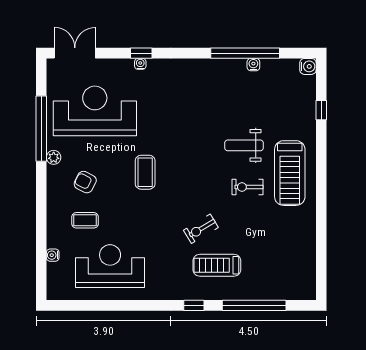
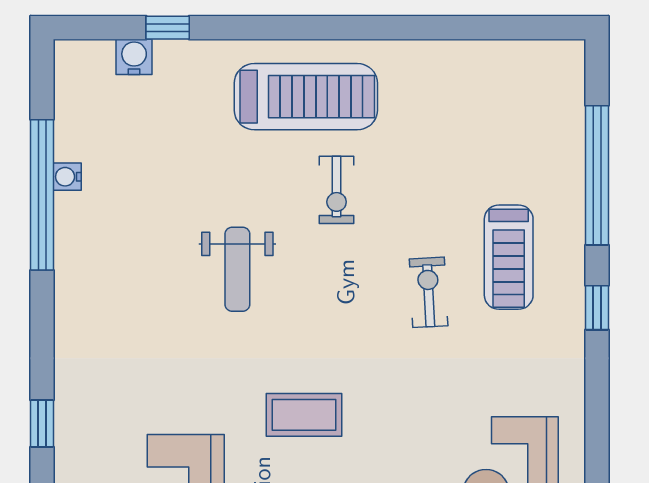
water cooler: (140, 64) -> (66, 426), removed
water cooler: (308, 66) -> (134, 57), moved
weight bench: (244, 145) -> (237, 269), moved
exercise bike: (201, 229) -> (429, 292), turned -152

